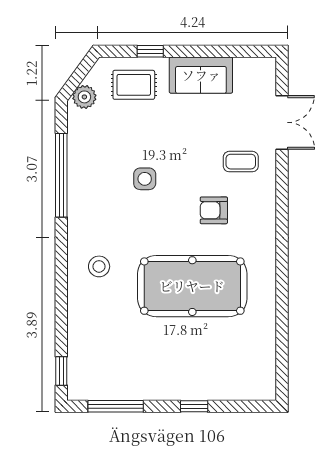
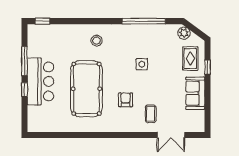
bar counter: (178, 375) -> (40, 81), added
window: (116, 406) -> (24, 61), moved

